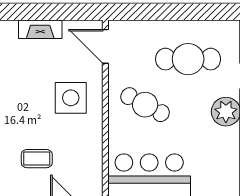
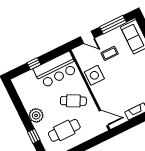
side table: (71, 98) -> (94, 75), moved

